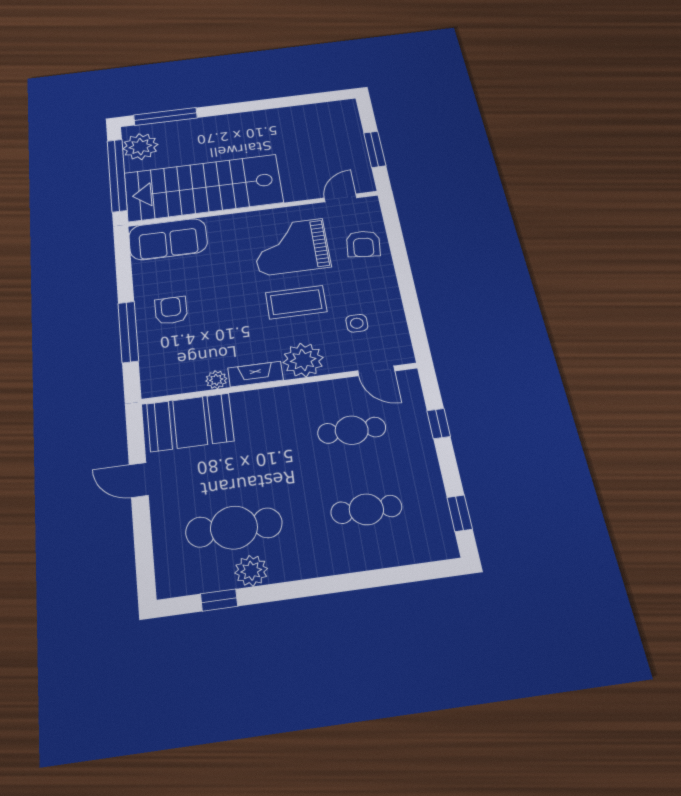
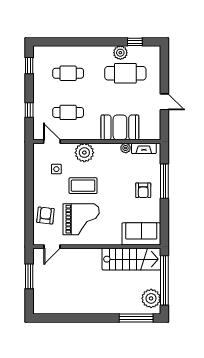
stairs: (203, 188) -> (131, 259), width x0.73, depth x0.66
fireplace: (256, 374) -> (144, 148), moved
booth: (190, 422) -> (120, 127), moved

